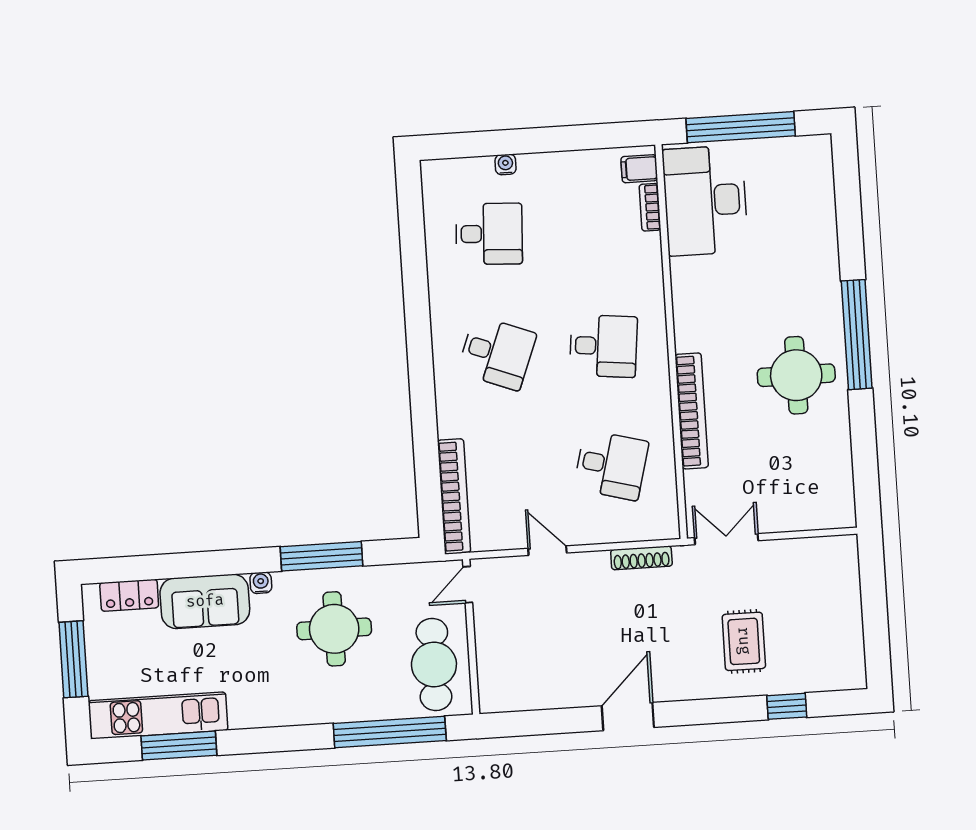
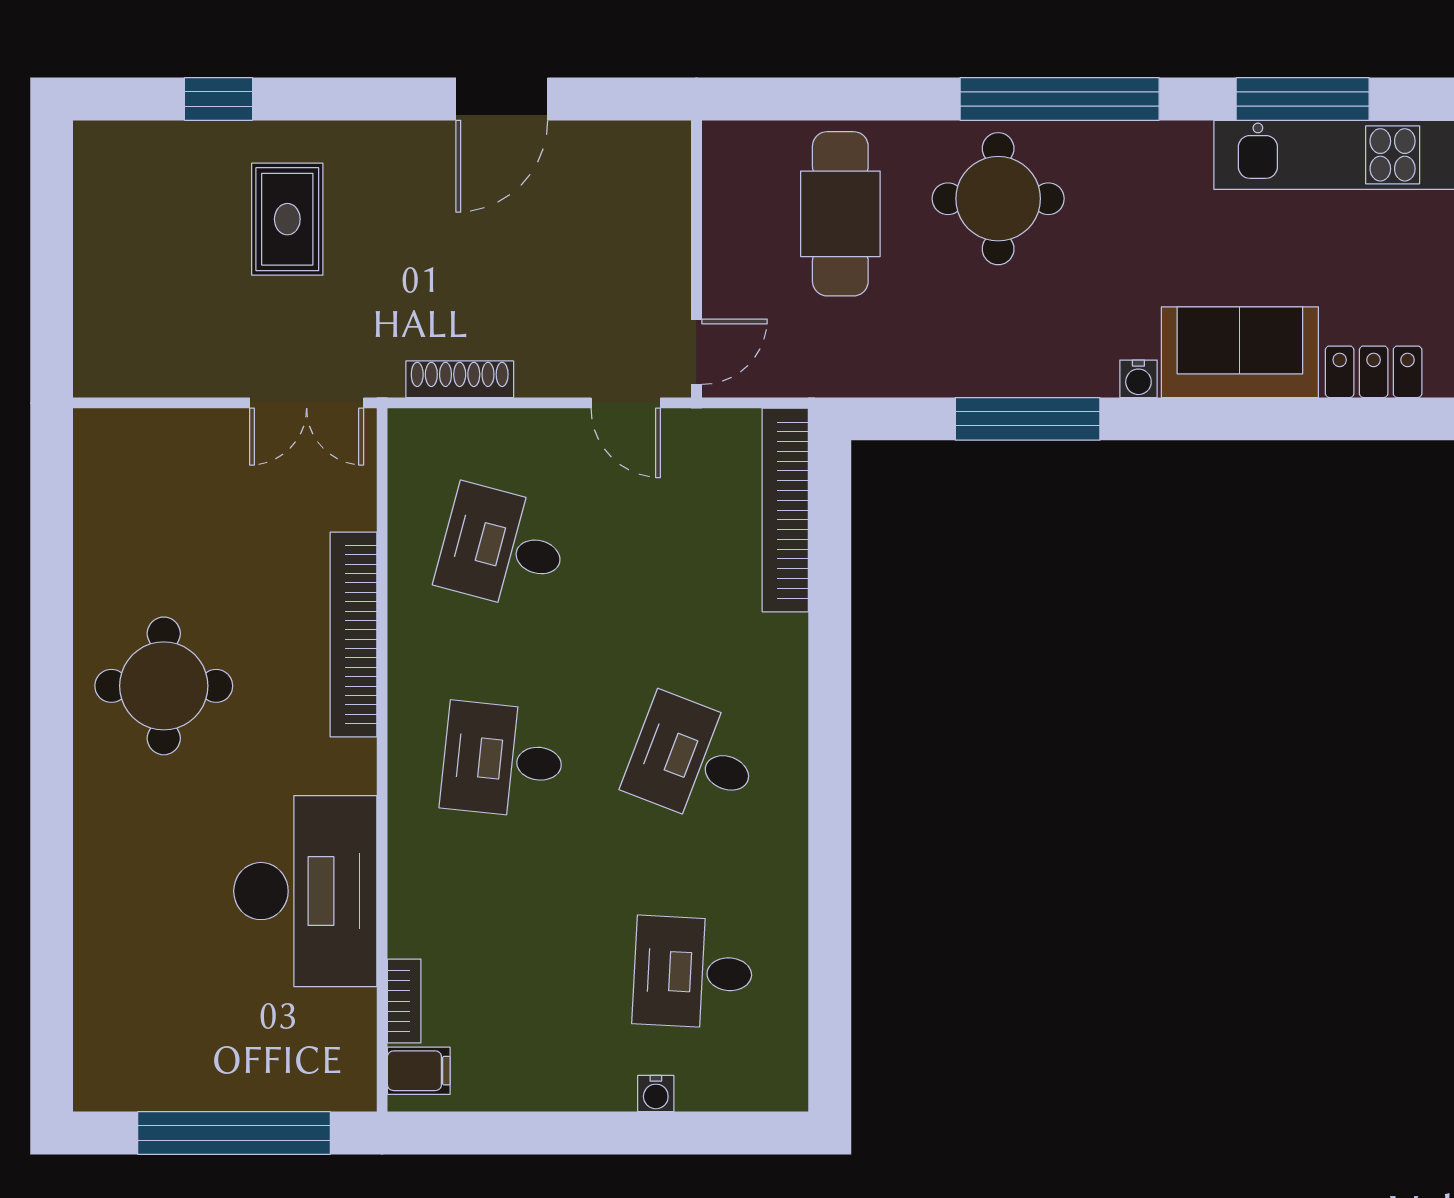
desk: (705, 201) -> (305, 891), moved
window: (857, 335) -> (52, 751), removed
door: (468, 585) -> (697, 352), moved
round table: (334, 629) -> (998, 199), moved
wall: (471, 637) -> (697, 259), moved
window: (390, 732) -> (1060, 99), moved

